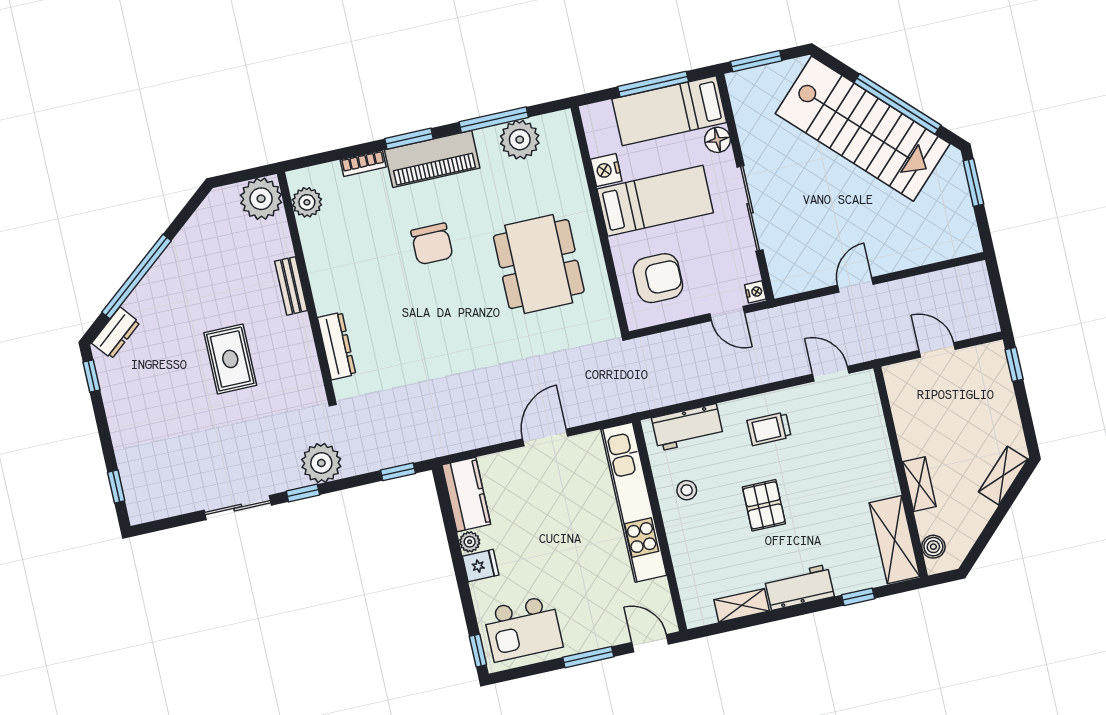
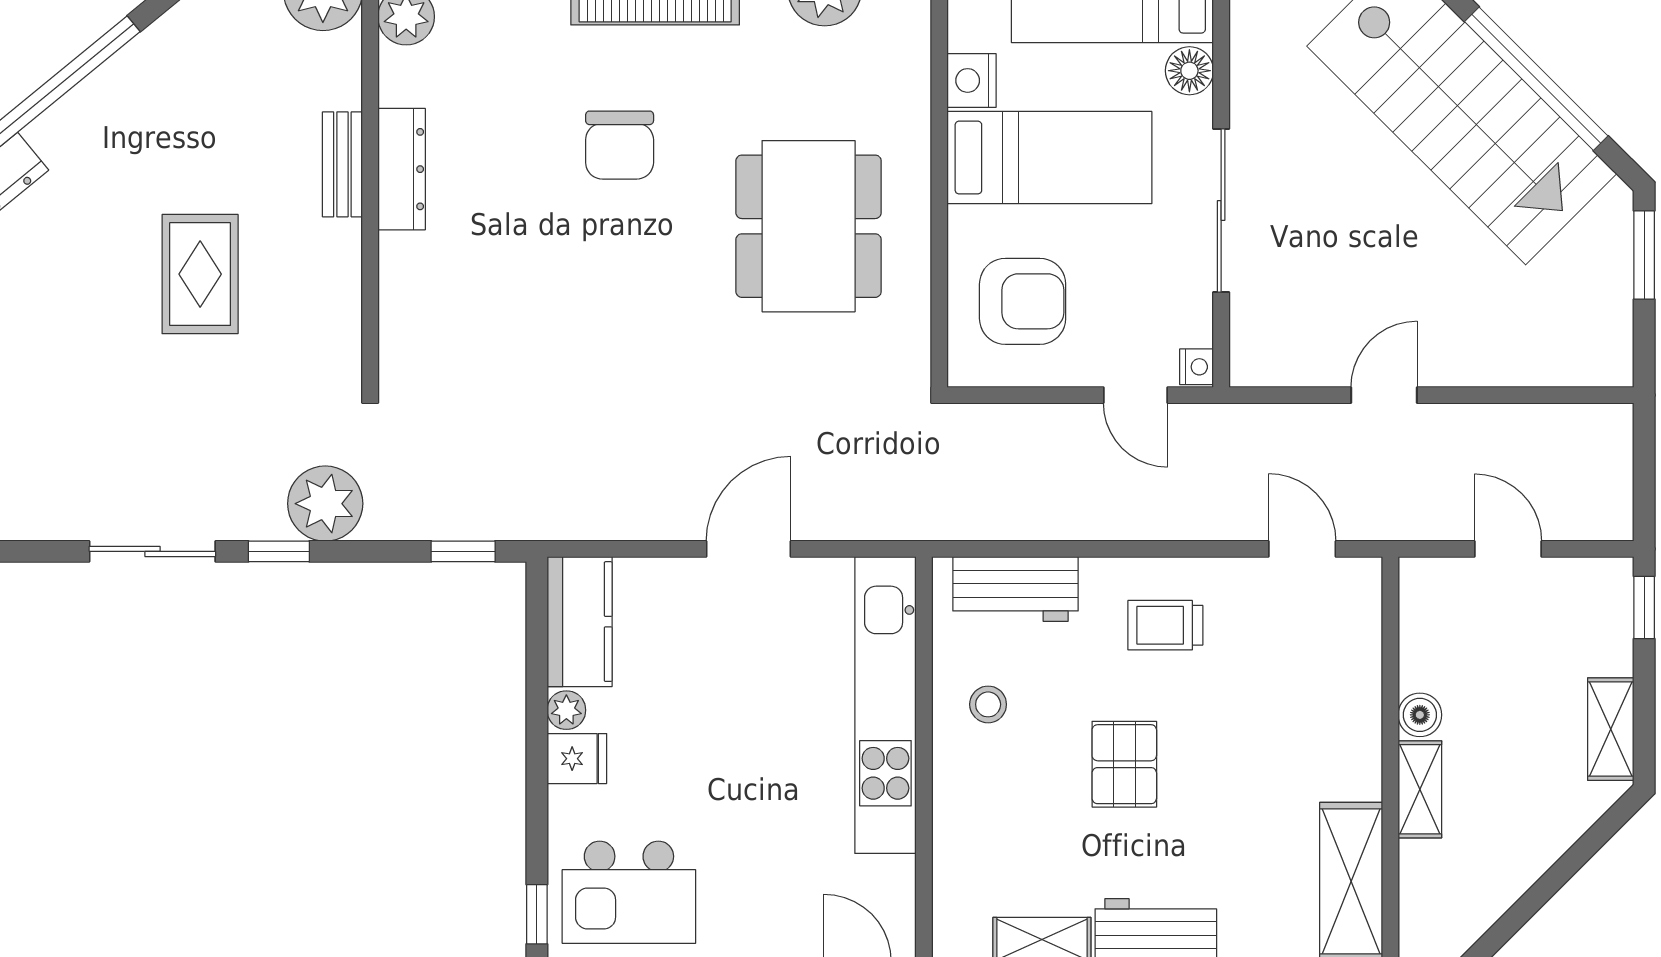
dresser: (337, 346) -> (402, 169), moved
shelving: (1003, 476) -> (1611, 729), moved, turned -45
boiler: (933, 547) -> (1420, 715), moved

